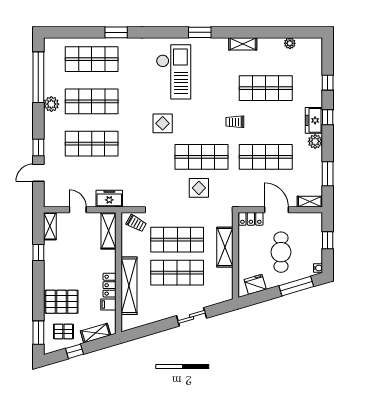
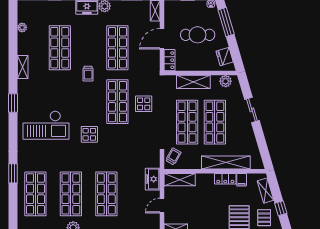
checkout: (174, 72) -> (46, 125), turned 180
plant: (226, 285) -> (226, 81), added

